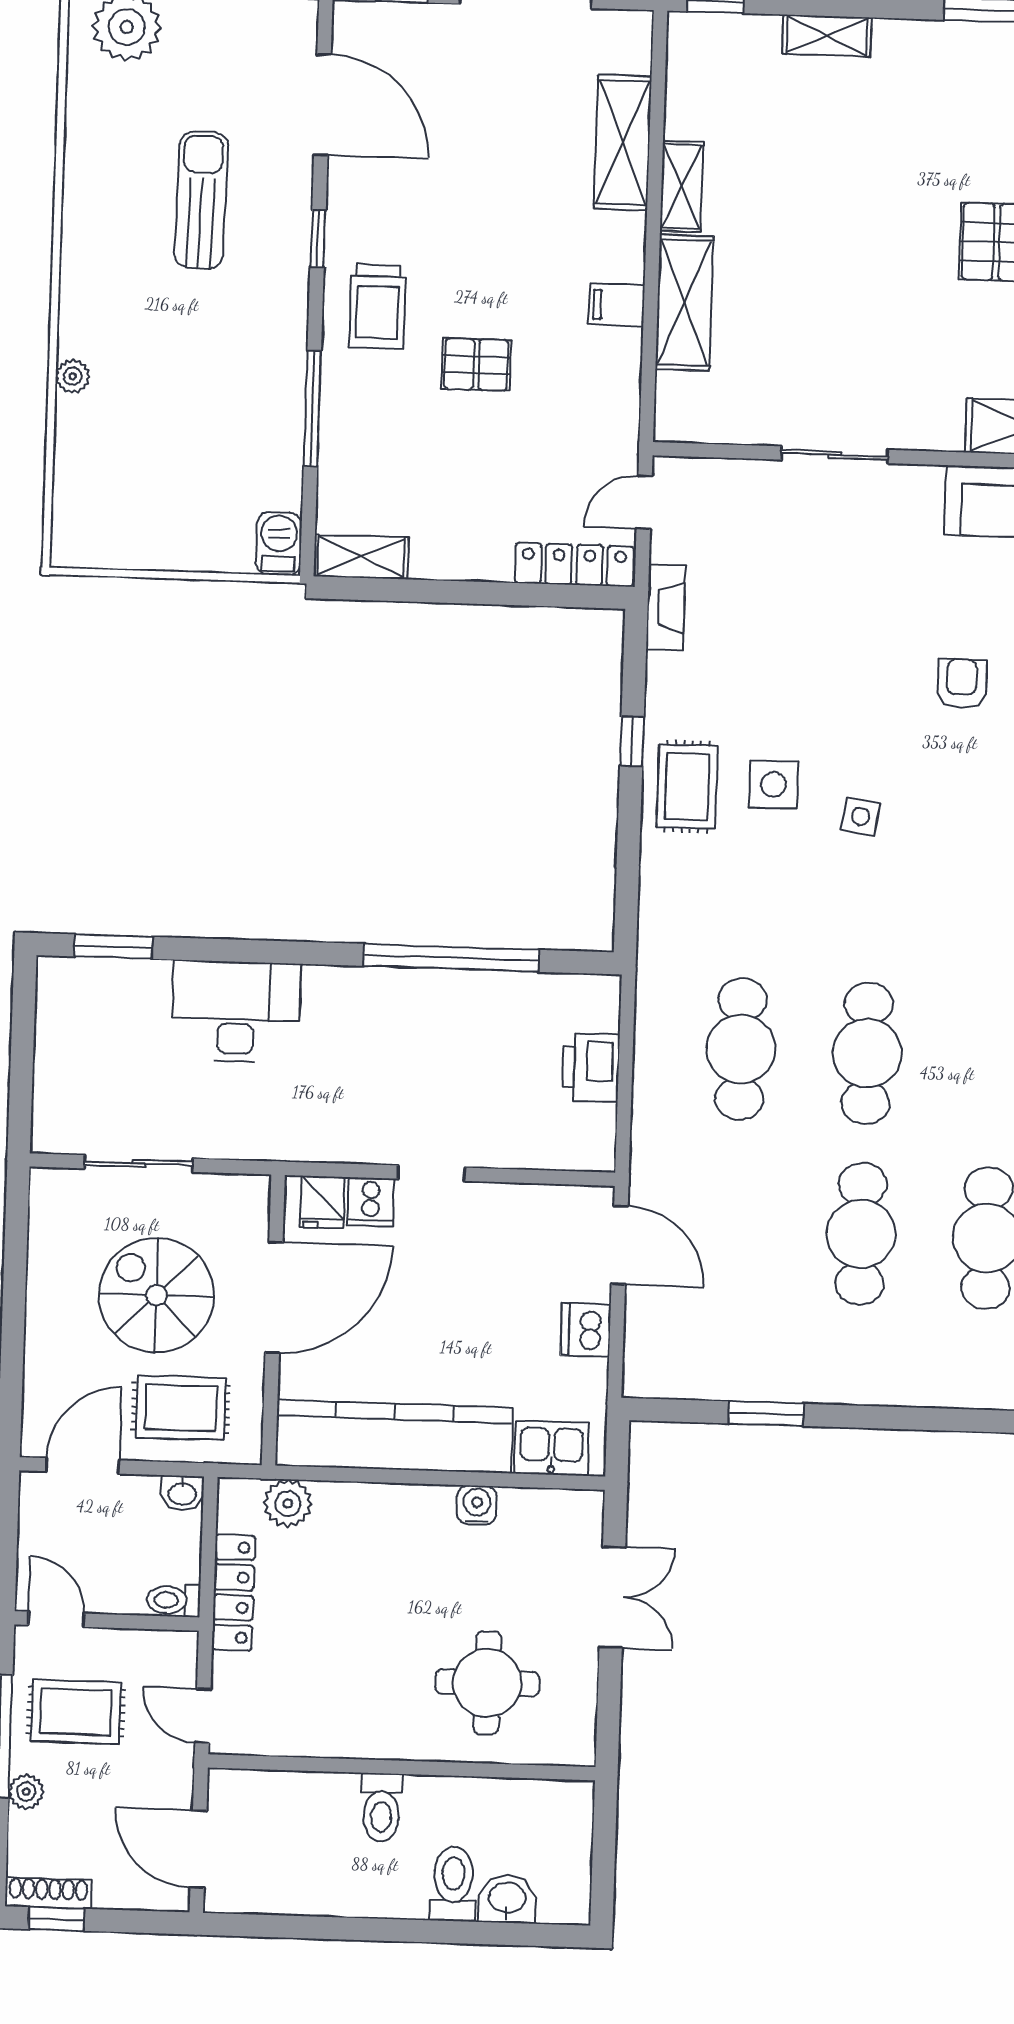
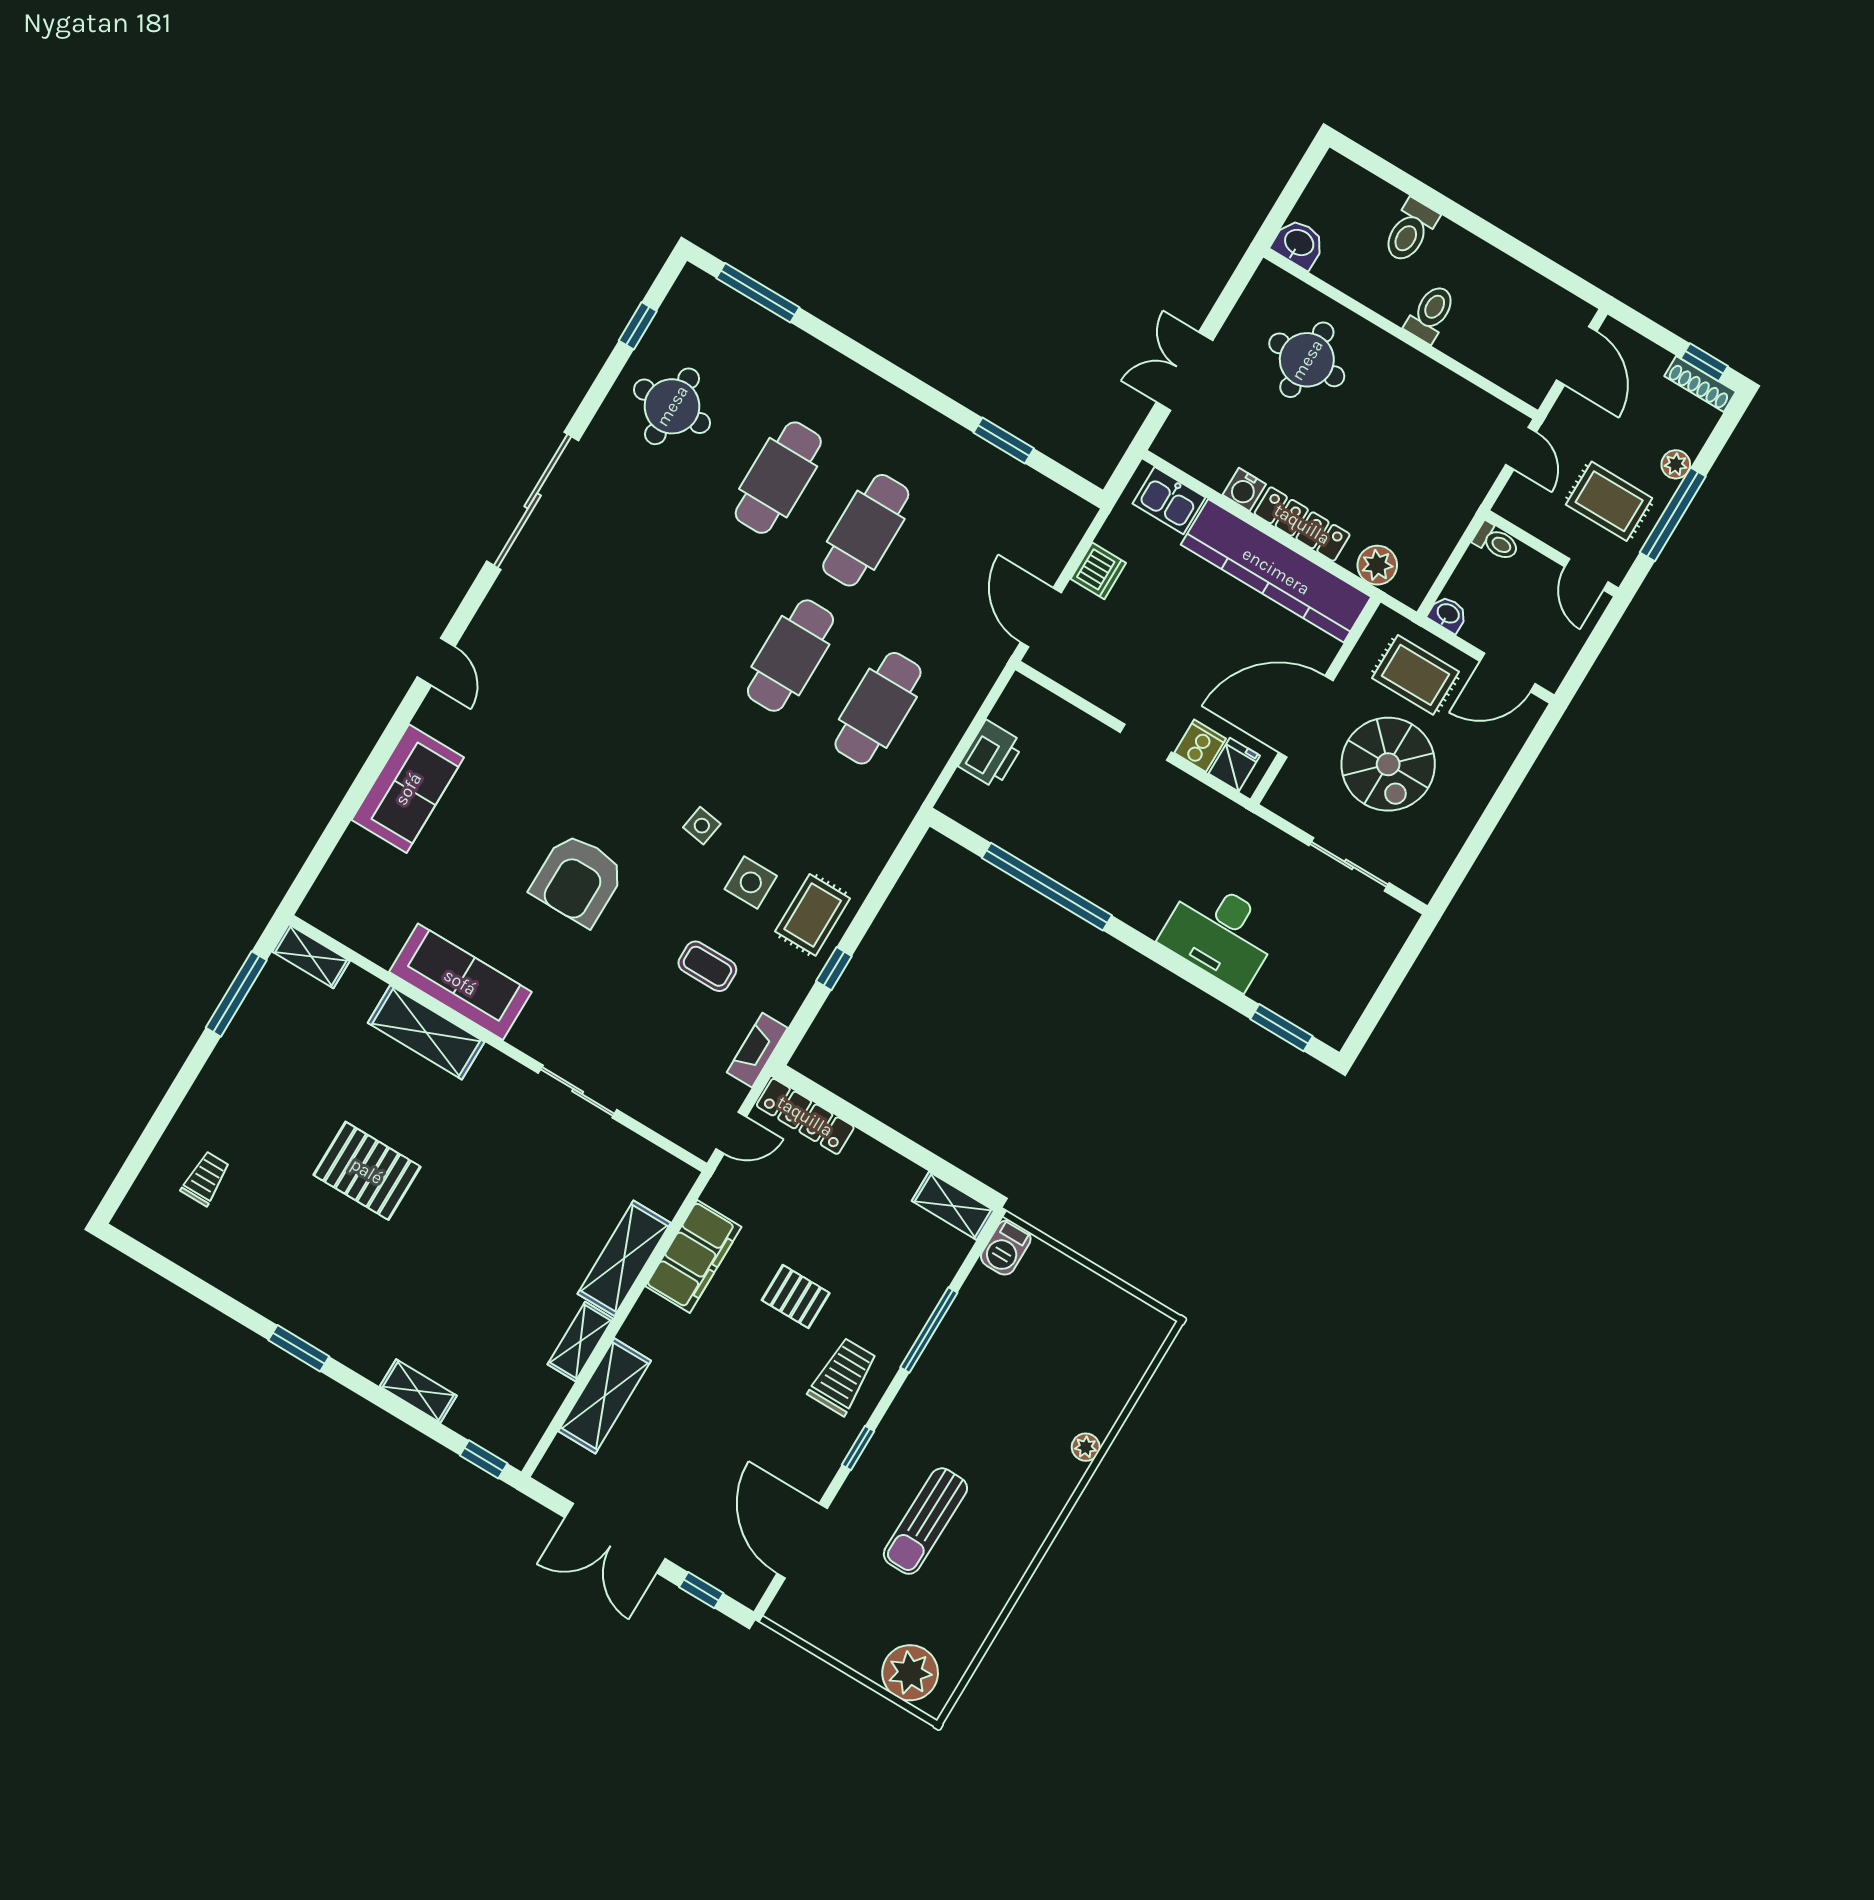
filing cabinet: (617, 305) -> (693, 1256), width x3.00, depth x1.17
coffee table: (770, 668) -> (707, 966), added
armchair: (962, 684) -> (578, 880), width x1.88, depth x1.88
locker: (233, 1592) -> (1302, 524), moved, turned 90
washbasin: (507, 1899) -> (1299, 243), moved, turned 180

